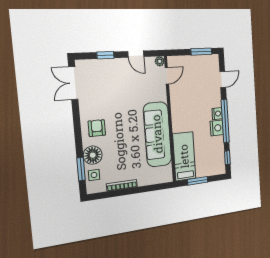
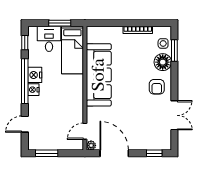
door: (136, 54) -> (114, 153), width x1.88
window: (105, 55) -> (154, 153), moved
double door: (73, 83) -> (174, 115), moved
desk: (206, 164) -> (49, 39), added

